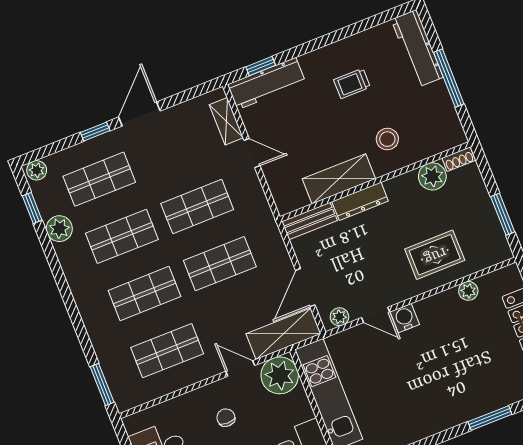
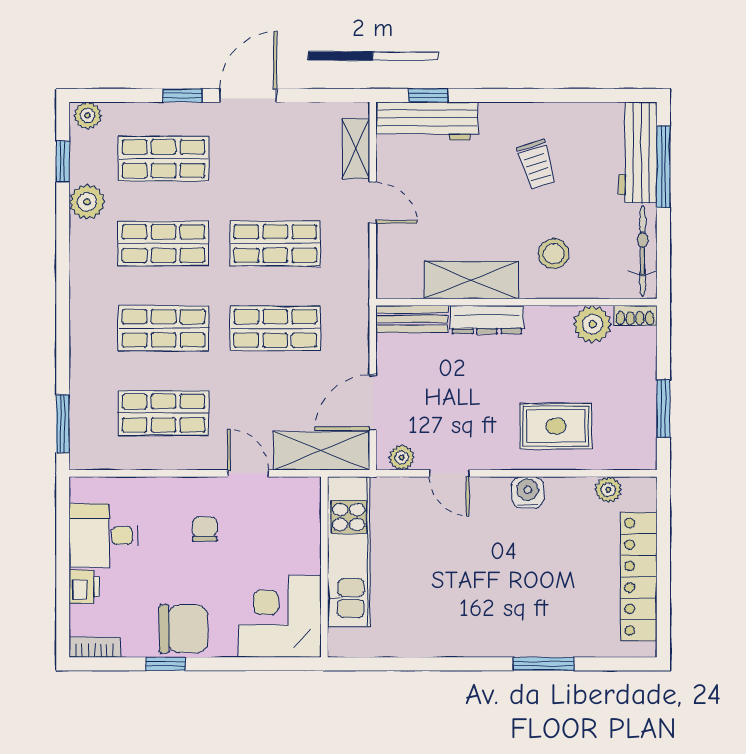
window: (449, 78) -> (663, 167), moved
trolley: (352, 83) -> (536, 164), turned -107
bicycle: (447, 114) -> (643, 251), added
plant: (468, 291) -> (608, 490), moved
water cooler: (405, 318) -> (528, 492), moved
plant: (280, 375) -> (295, 502), removed

